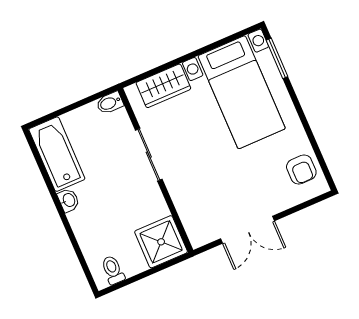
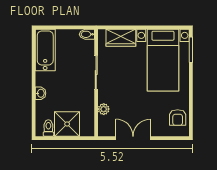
washbasin: (69, 200) -> (41, 93), moved
plant: (184, 205) -> (104, 109), added
double door: (247, 230) -> (133, 138), swing flipped
shower: (161, 242) -> (67, 124), moved

